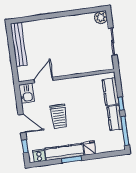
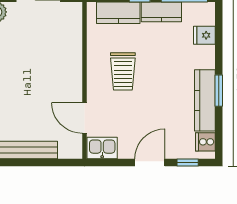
trolley: (59, 116) -> (123, 71), moved, turned 90
fridge: (89, 148) -> (204, 35), moved

